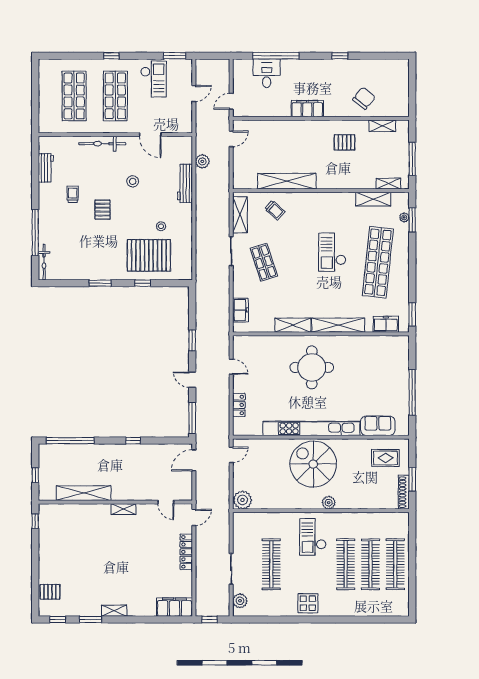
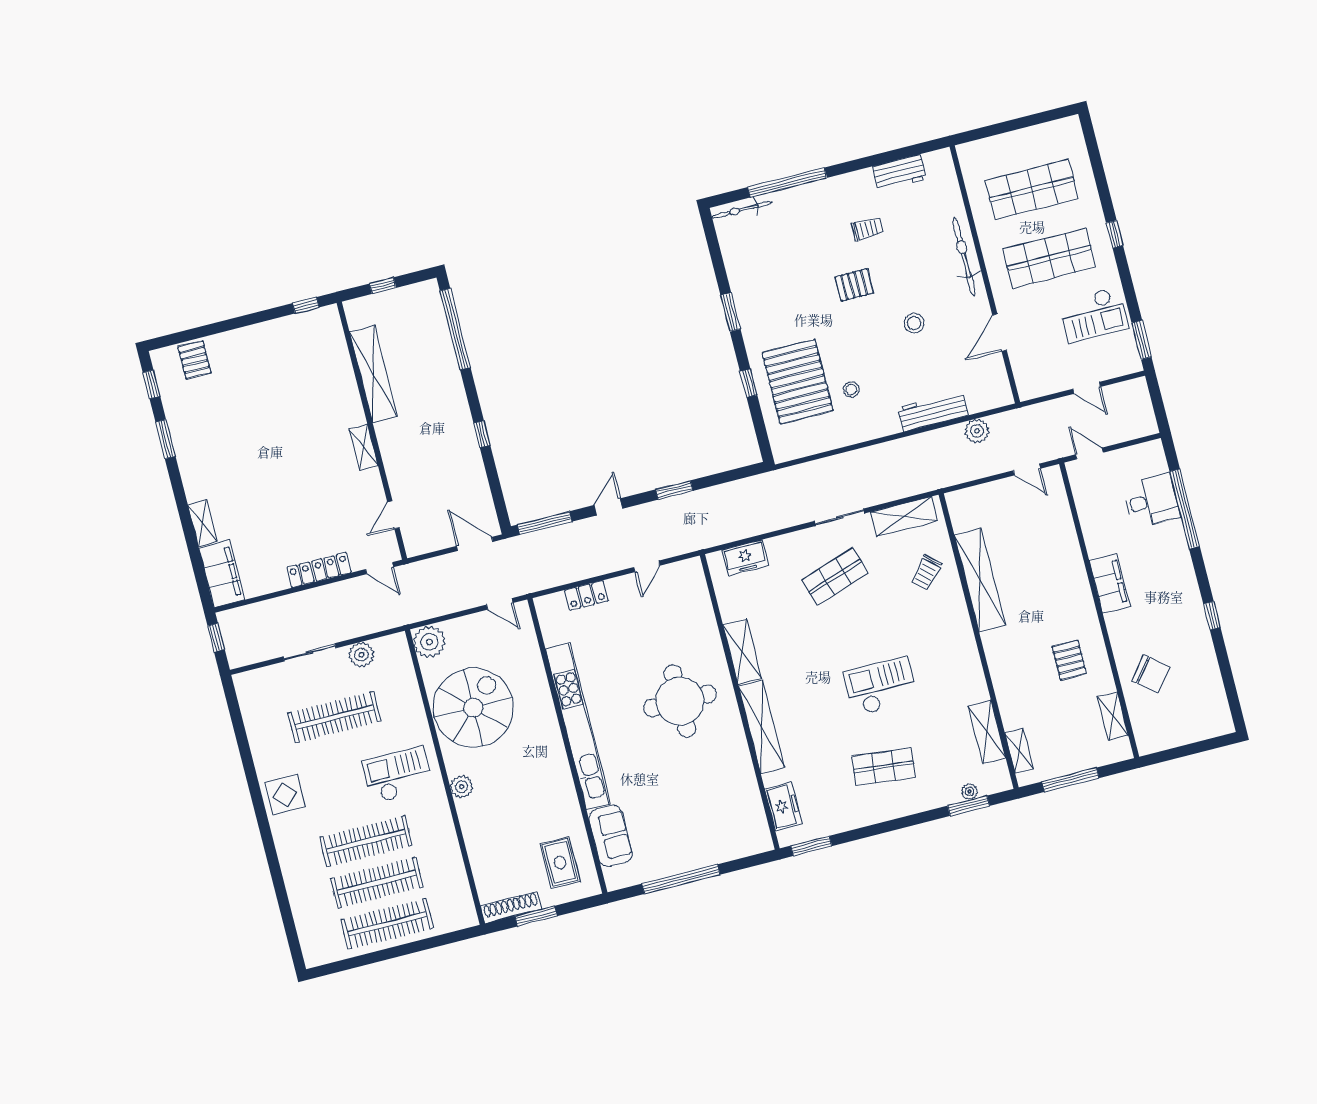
shop shelf: (378, 262) -> (883, 767), width x0.50, depth x0.74
spiral stairs: (313, 464) -> (473, 708), moved
plant: (240, 601) -> (361, 655), moved
shelving: (114, 611) -> (202, 523), moved

